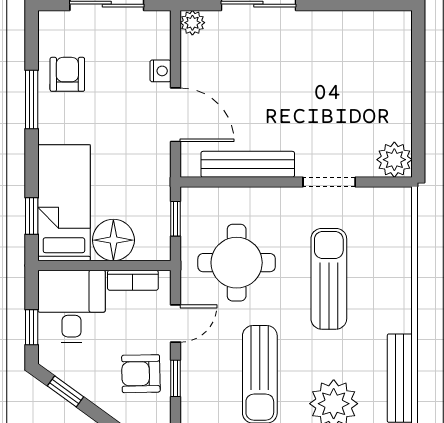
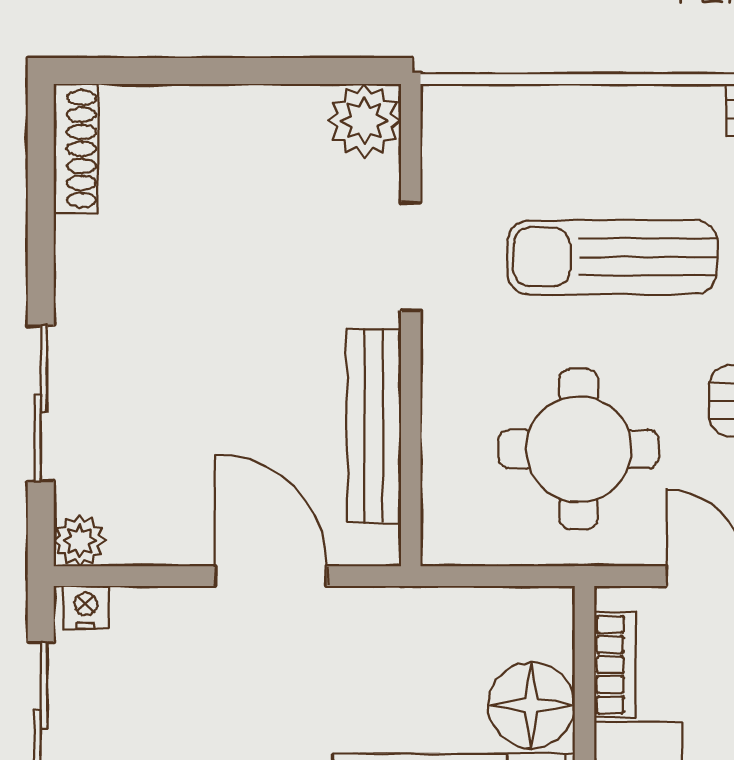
shoe rack: (381, 21) -> (76, 149), added
nightstand: (160, 71) -> (86, 607), moved
door: (175, 115) -> (271, 576), hinge flipped
window: (175, 219) -> (487, 576), removed

